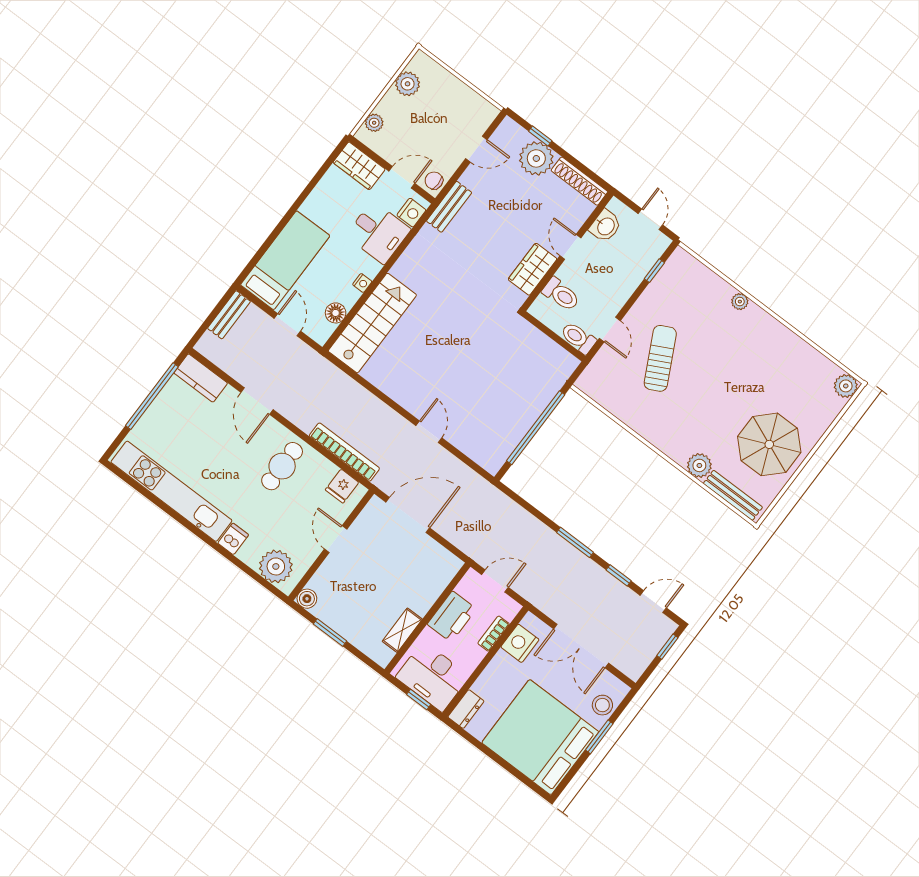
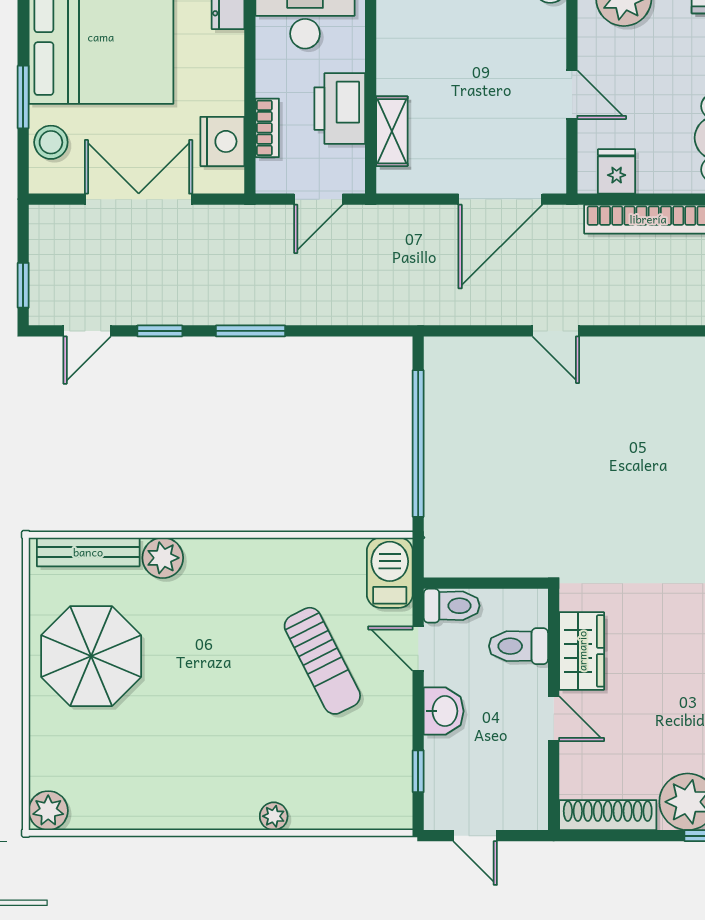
washbasin: (605, 226) -> (444, 711), moved, turned 180
barbecue: (596, 376) -> (390, 573), added
shelving: (402, 630) -> (392, 131), moved

